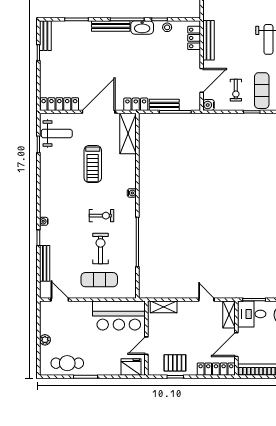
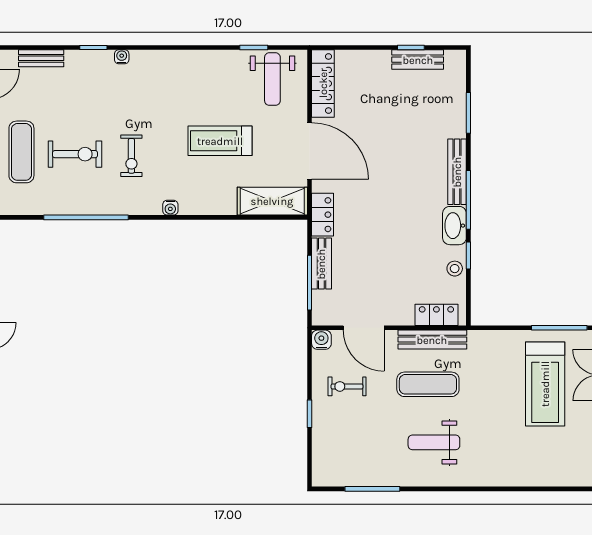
bench: (45, 36) -> (418, 60), moved
exercise mat: (262, 91) -> (428, 384), moved
bench: (45, 263) -> (41, 58), width x0.73

